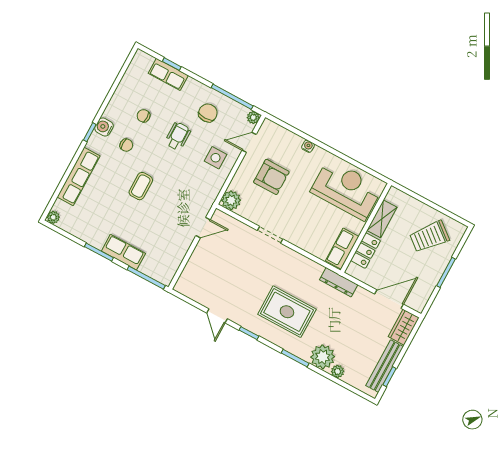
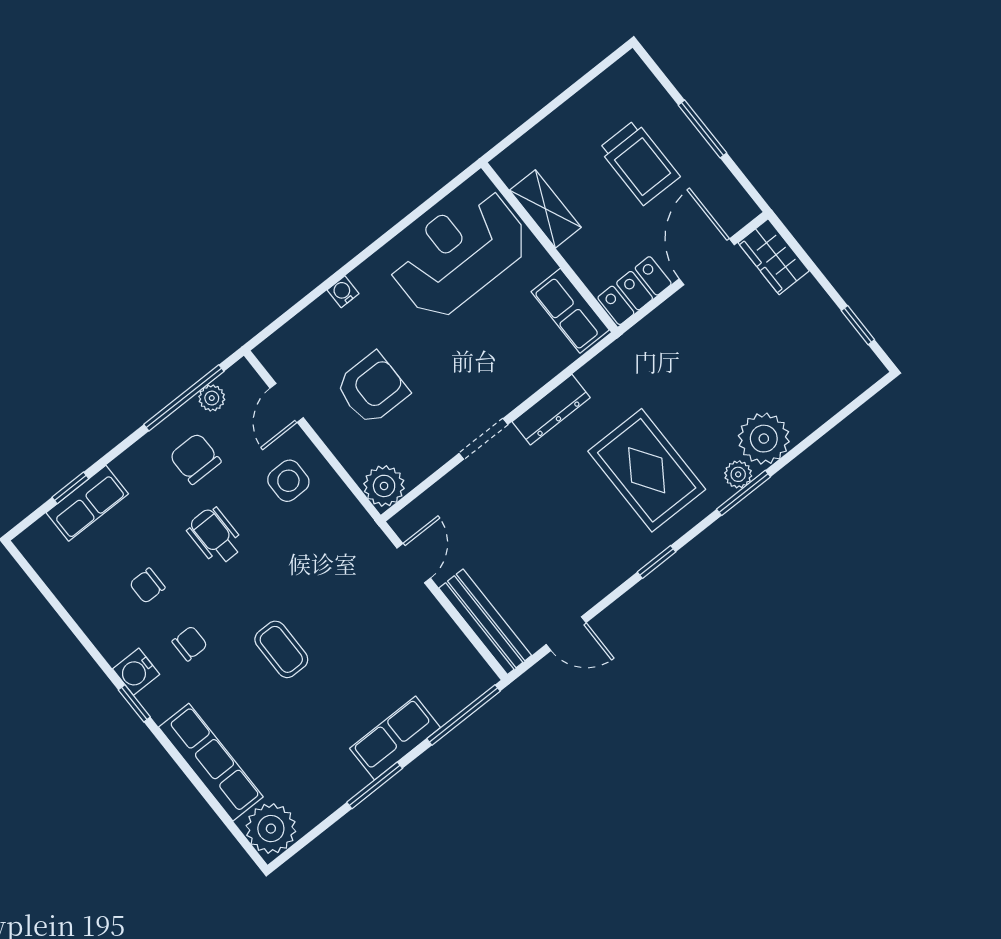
plant: (253, 118) -> (212, 398), moved
plant: (53, 217) -> (271, 829), width x1.88, depth x1.88
trolley: (429, 237) -> (639, 163), moved, turned -39
locker: (366, 251) -> (635, 291), moved, turned -90
dresser: (339, 282) -> (551, 410), moved
rug: (287, 312) -> (647, 470), turned 90
door: (217, 316) -> (566, 634), moved
bench: (385, 366) -> (485, 622), moved
plant: (338, 371) -> (738, 474), moved

